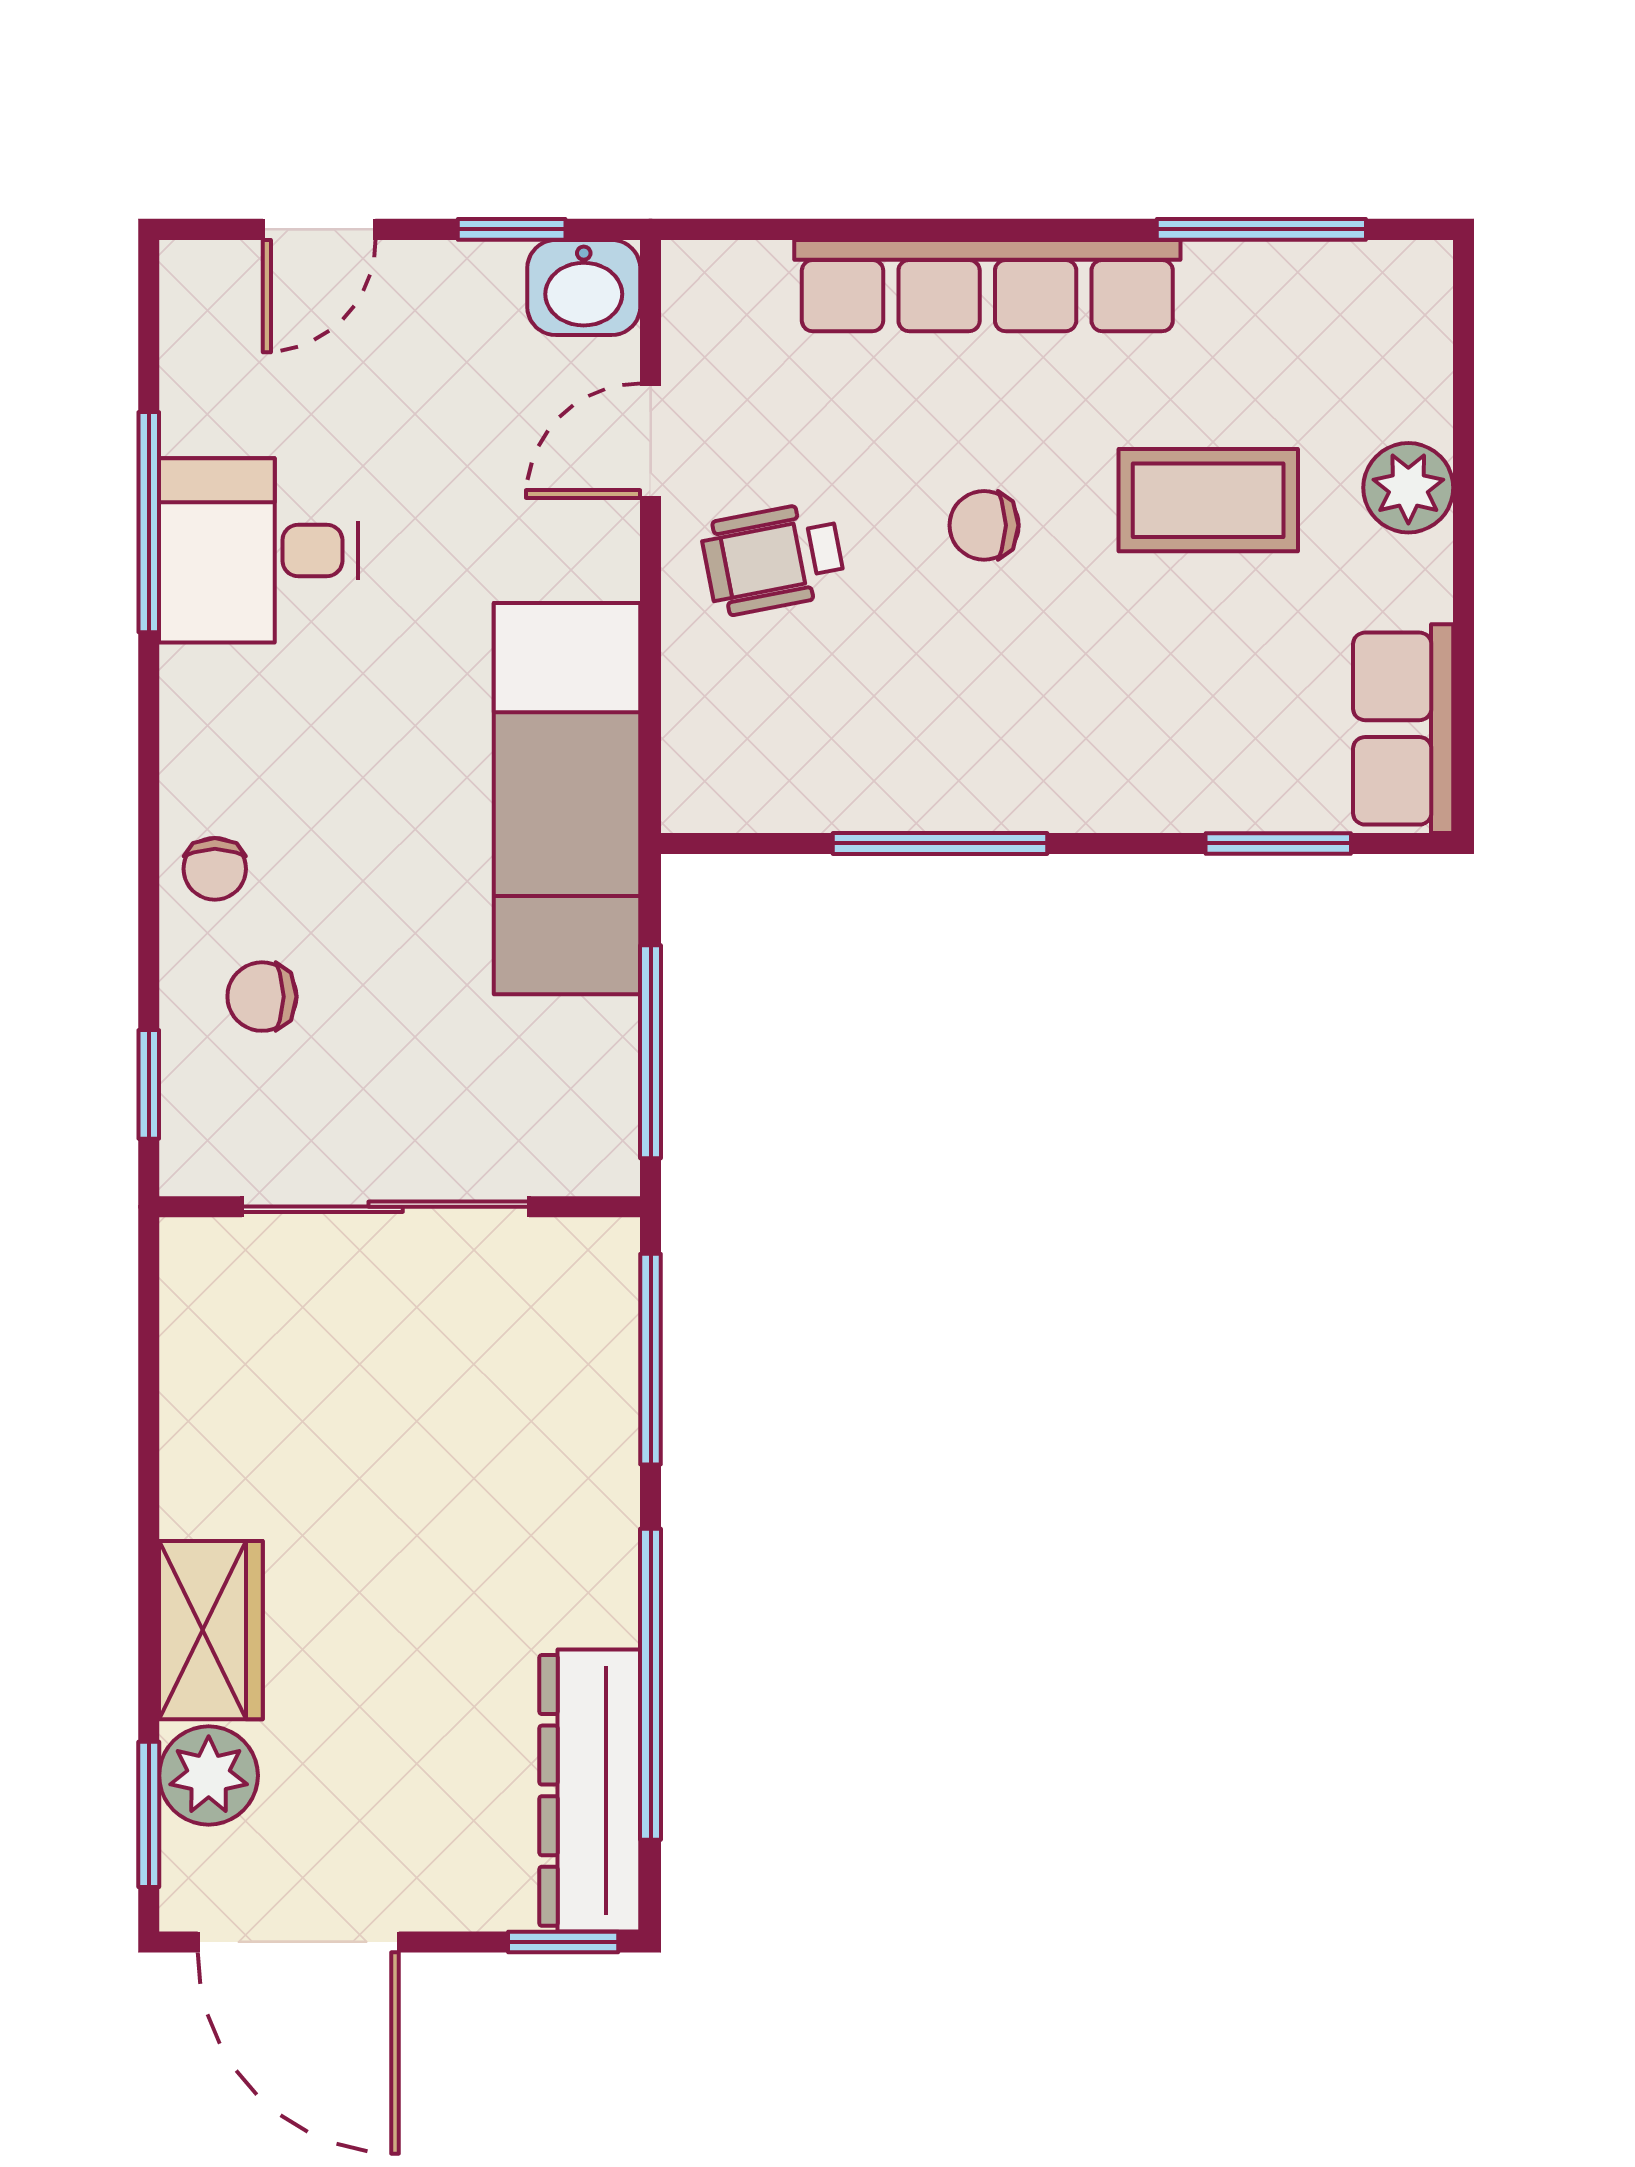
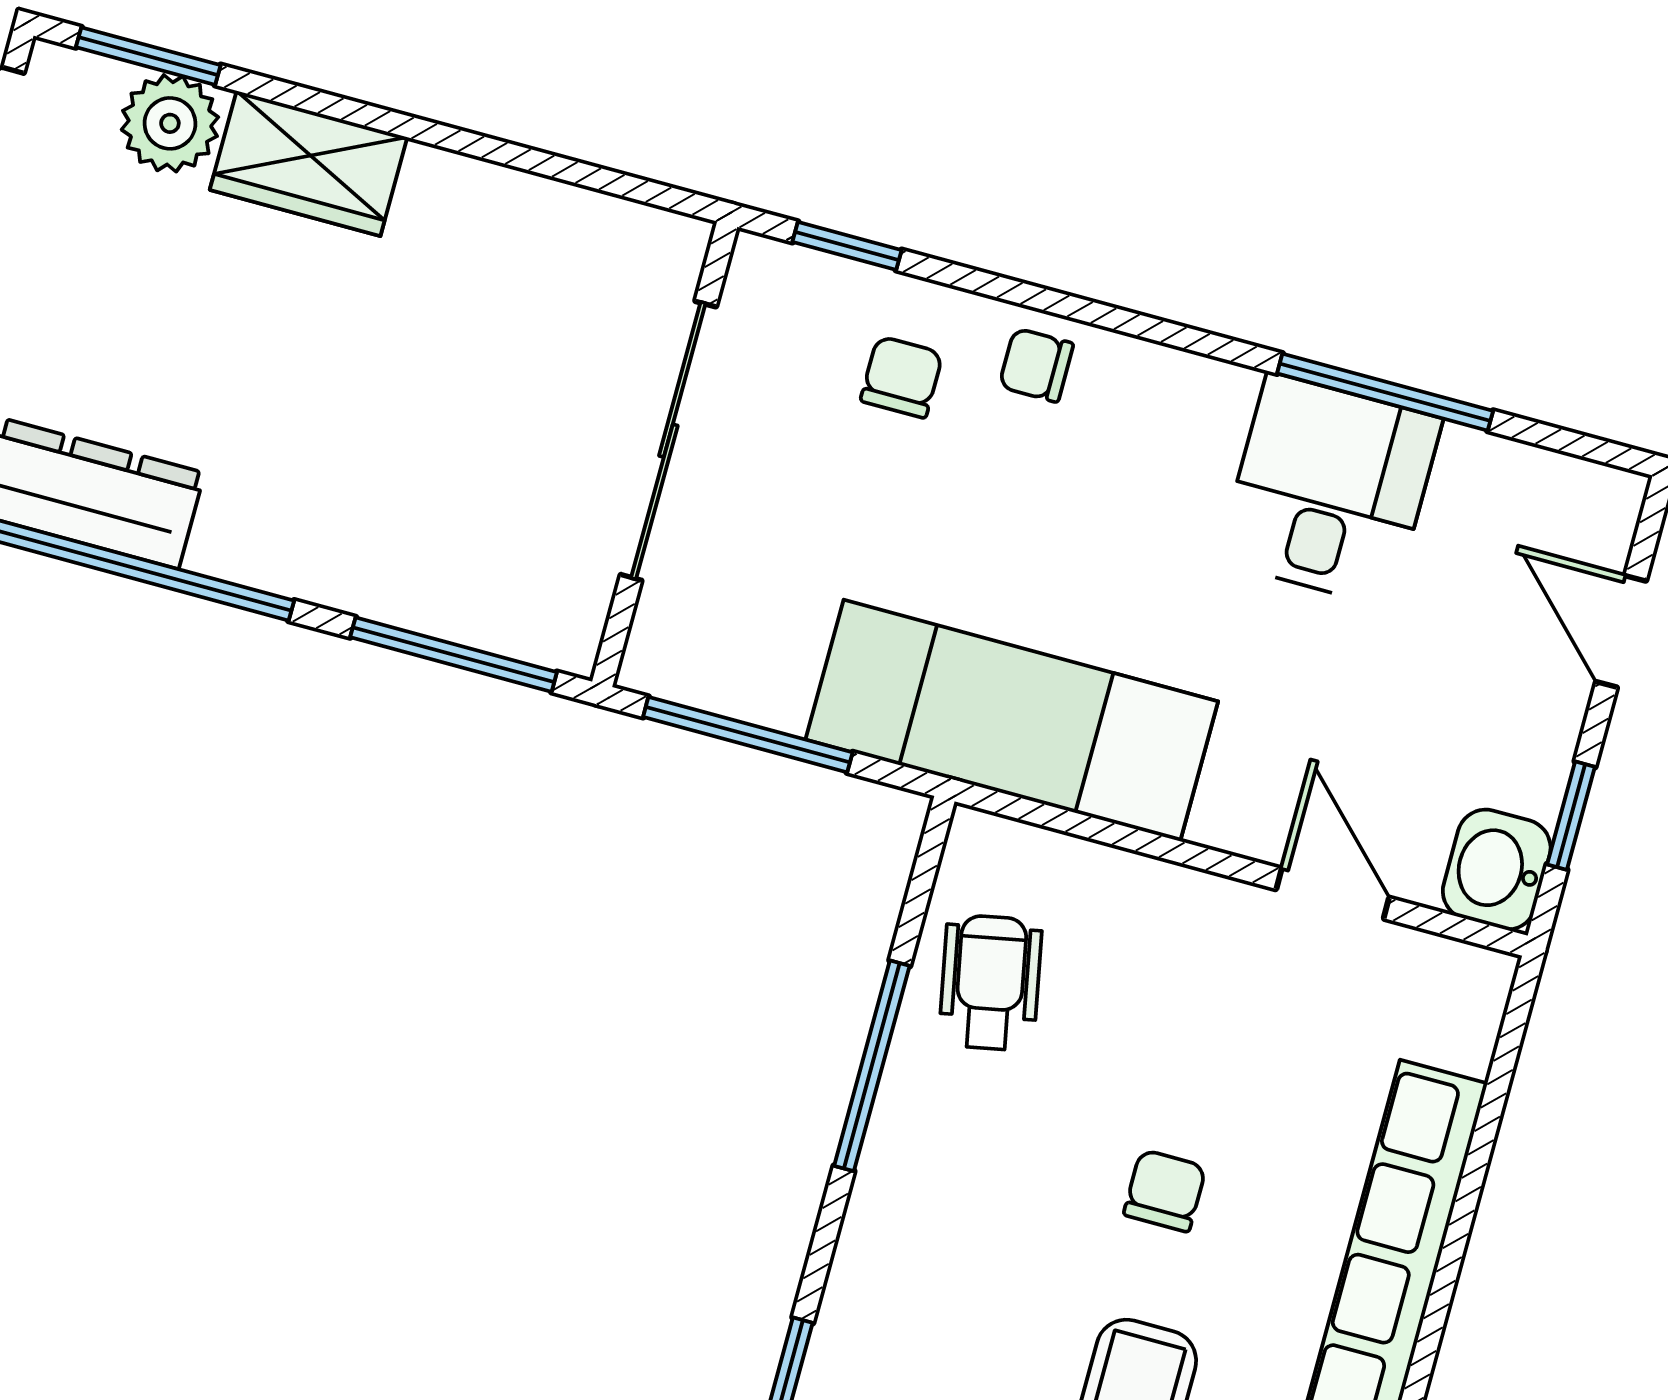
wheelchair: (773, 559) -> (990, 983), moved

